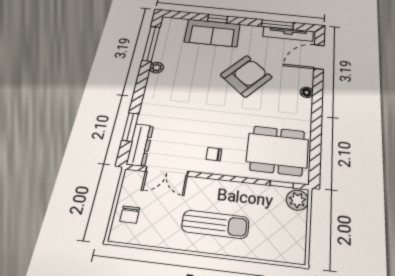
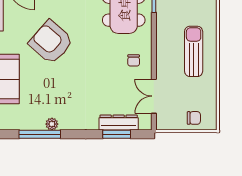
window: (151, 44) -> (40, 134), moved
dresser: (140, 145) -> (119, 123), moved
double door: (167, 171) -> (154, 96), swing flipped

